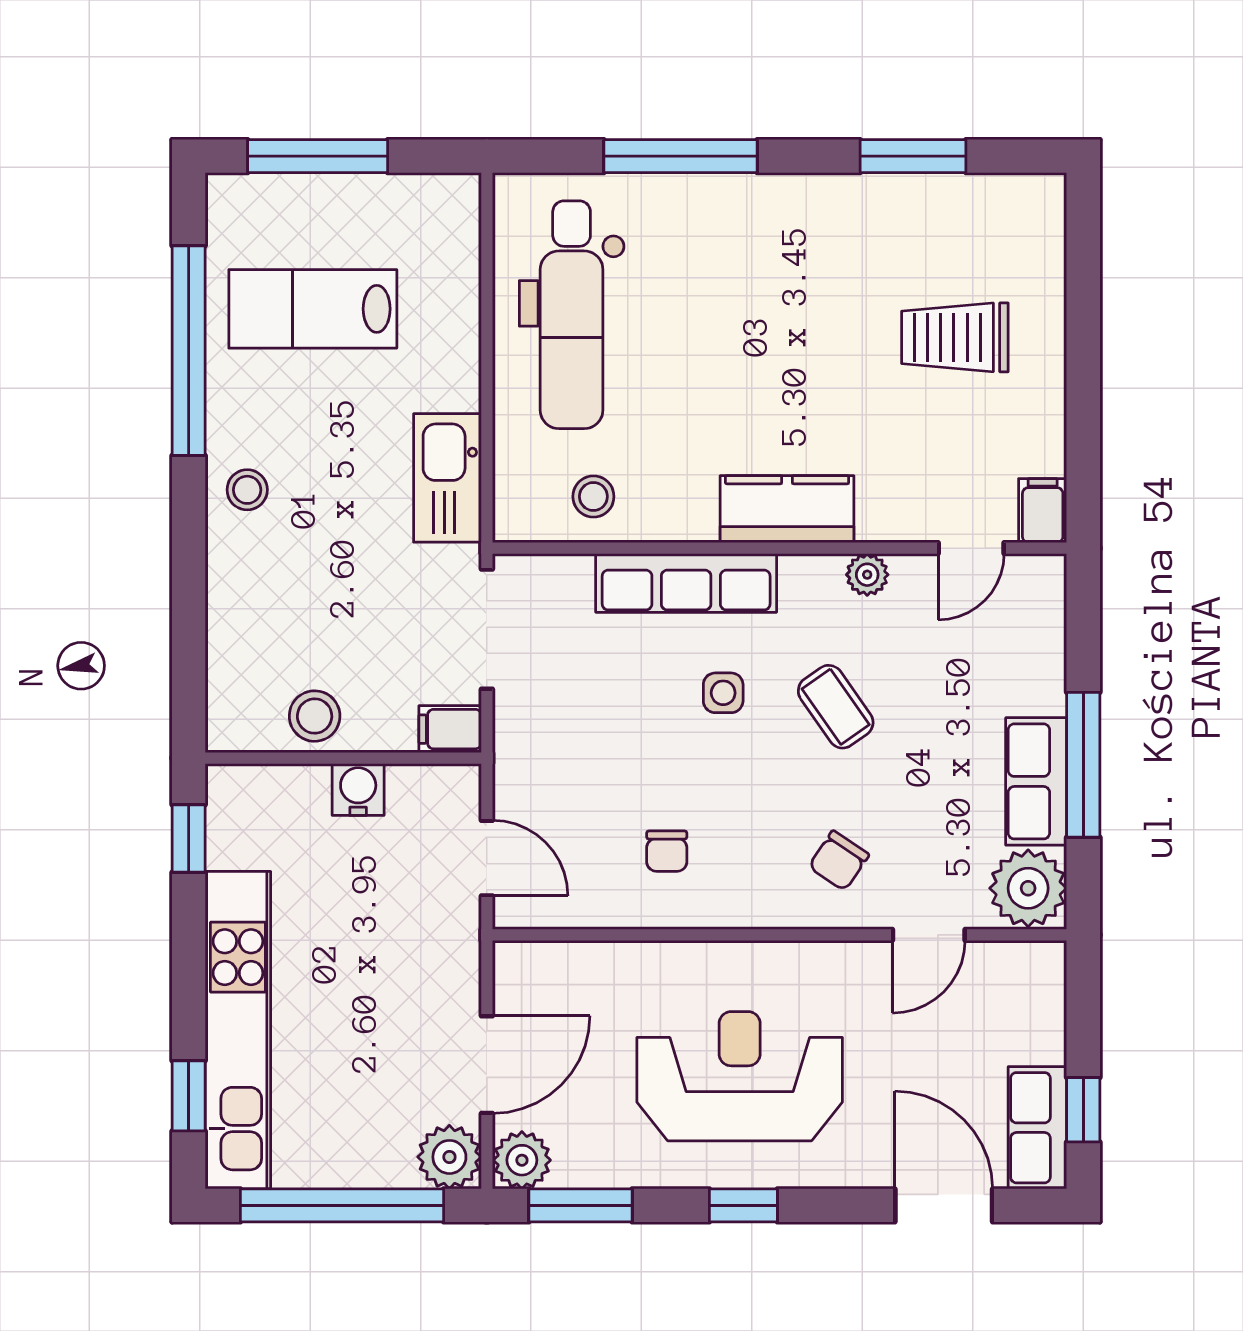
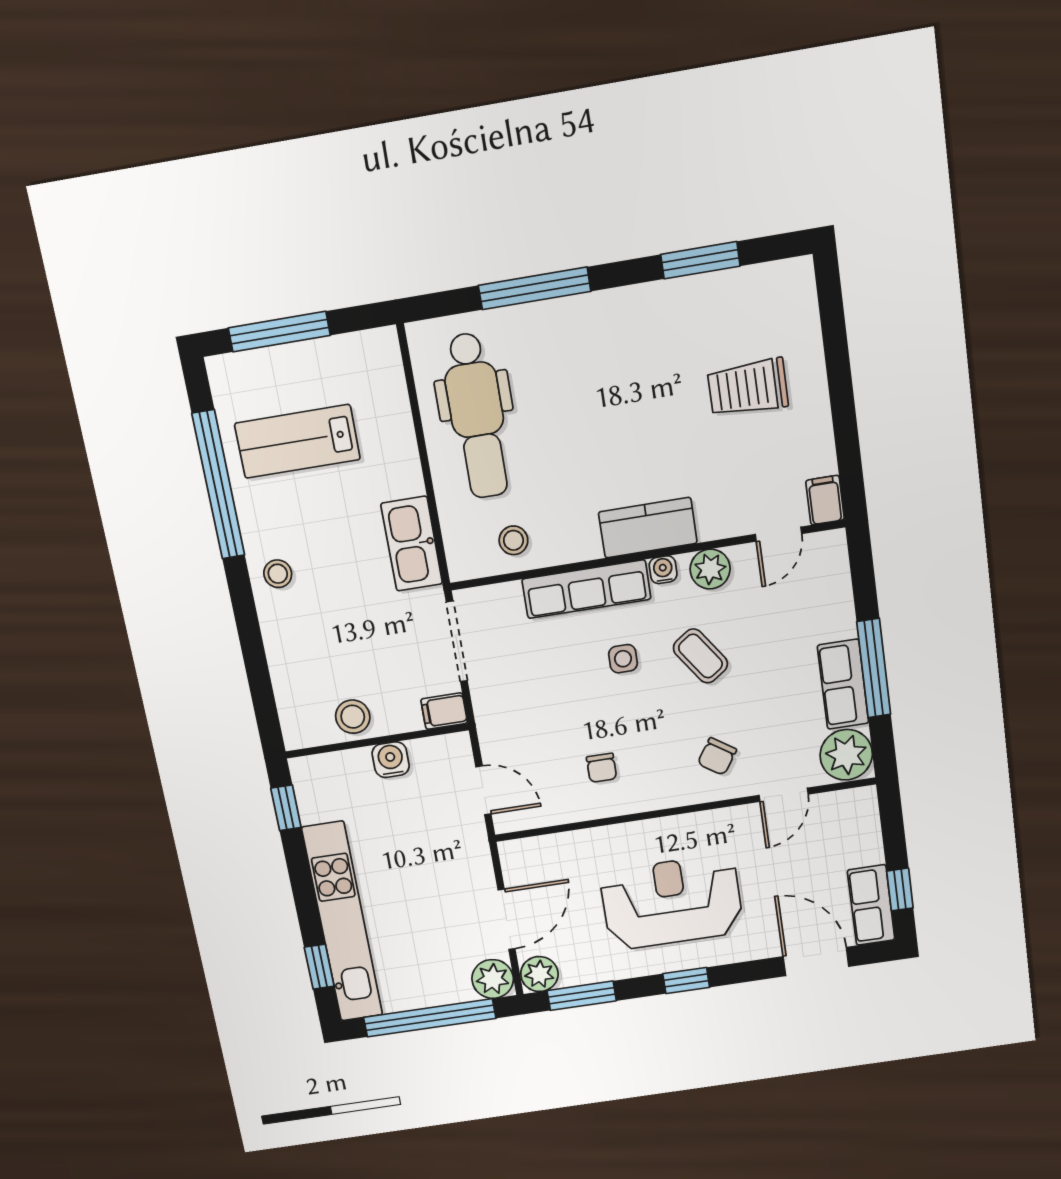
water cooler: (800, 573) -> (663, 570), added
plant: (867, 575) -> (710, 569), width x1.38, depth x1.38

